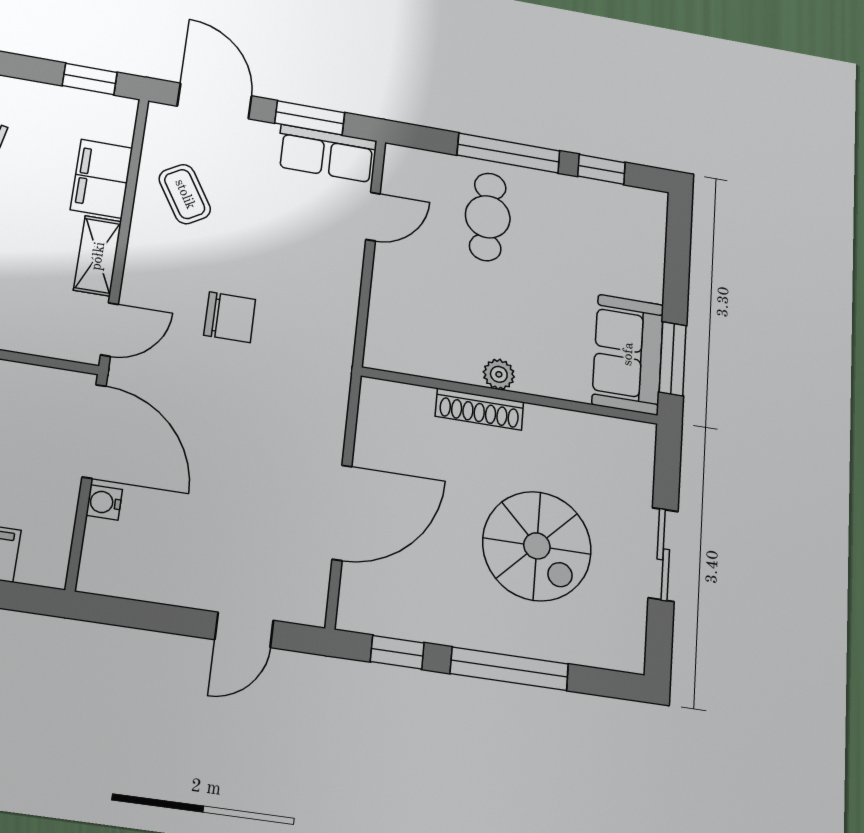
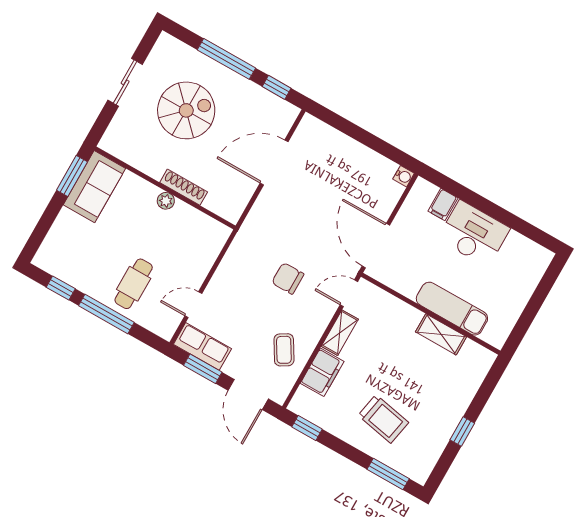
water cooler: (104, 502) -> (404, 176), moved
spiral stairs: (537, 546) -> (186, 110), turned 90
door: (244, 630) -> (344, 126), removed

